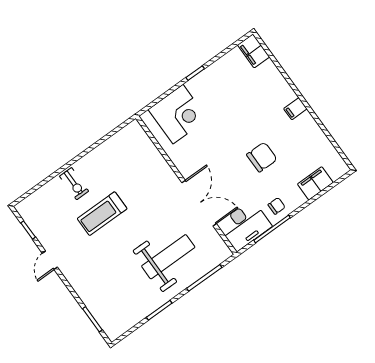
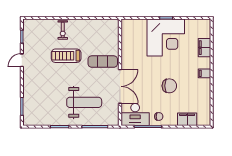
filing cabinet: (254, 51) -> (204, 48), moved
corner desk: (178, 114) -> (166, 38), moved, width x1.36, depth x1.36
exercise mat: (154, 187) -> (103, 62), added

